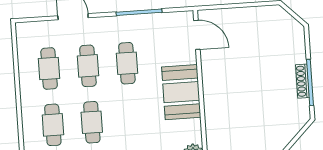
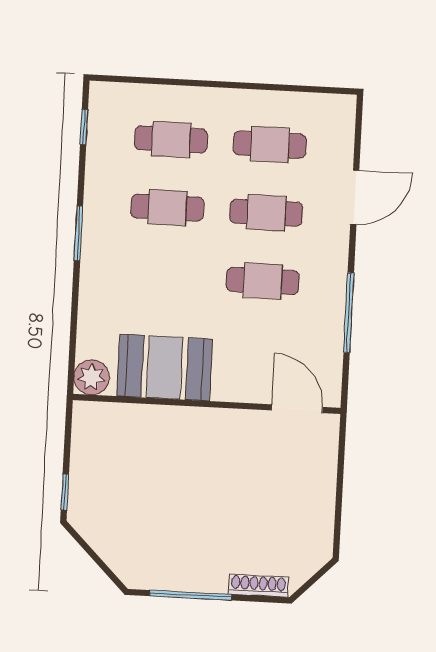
door: (197, 35) -> (297, 409), swing flipped
shoe rack: (302, 81) -> (258, 586), moved
booth: (181, 92) -> (165, 367), moved

